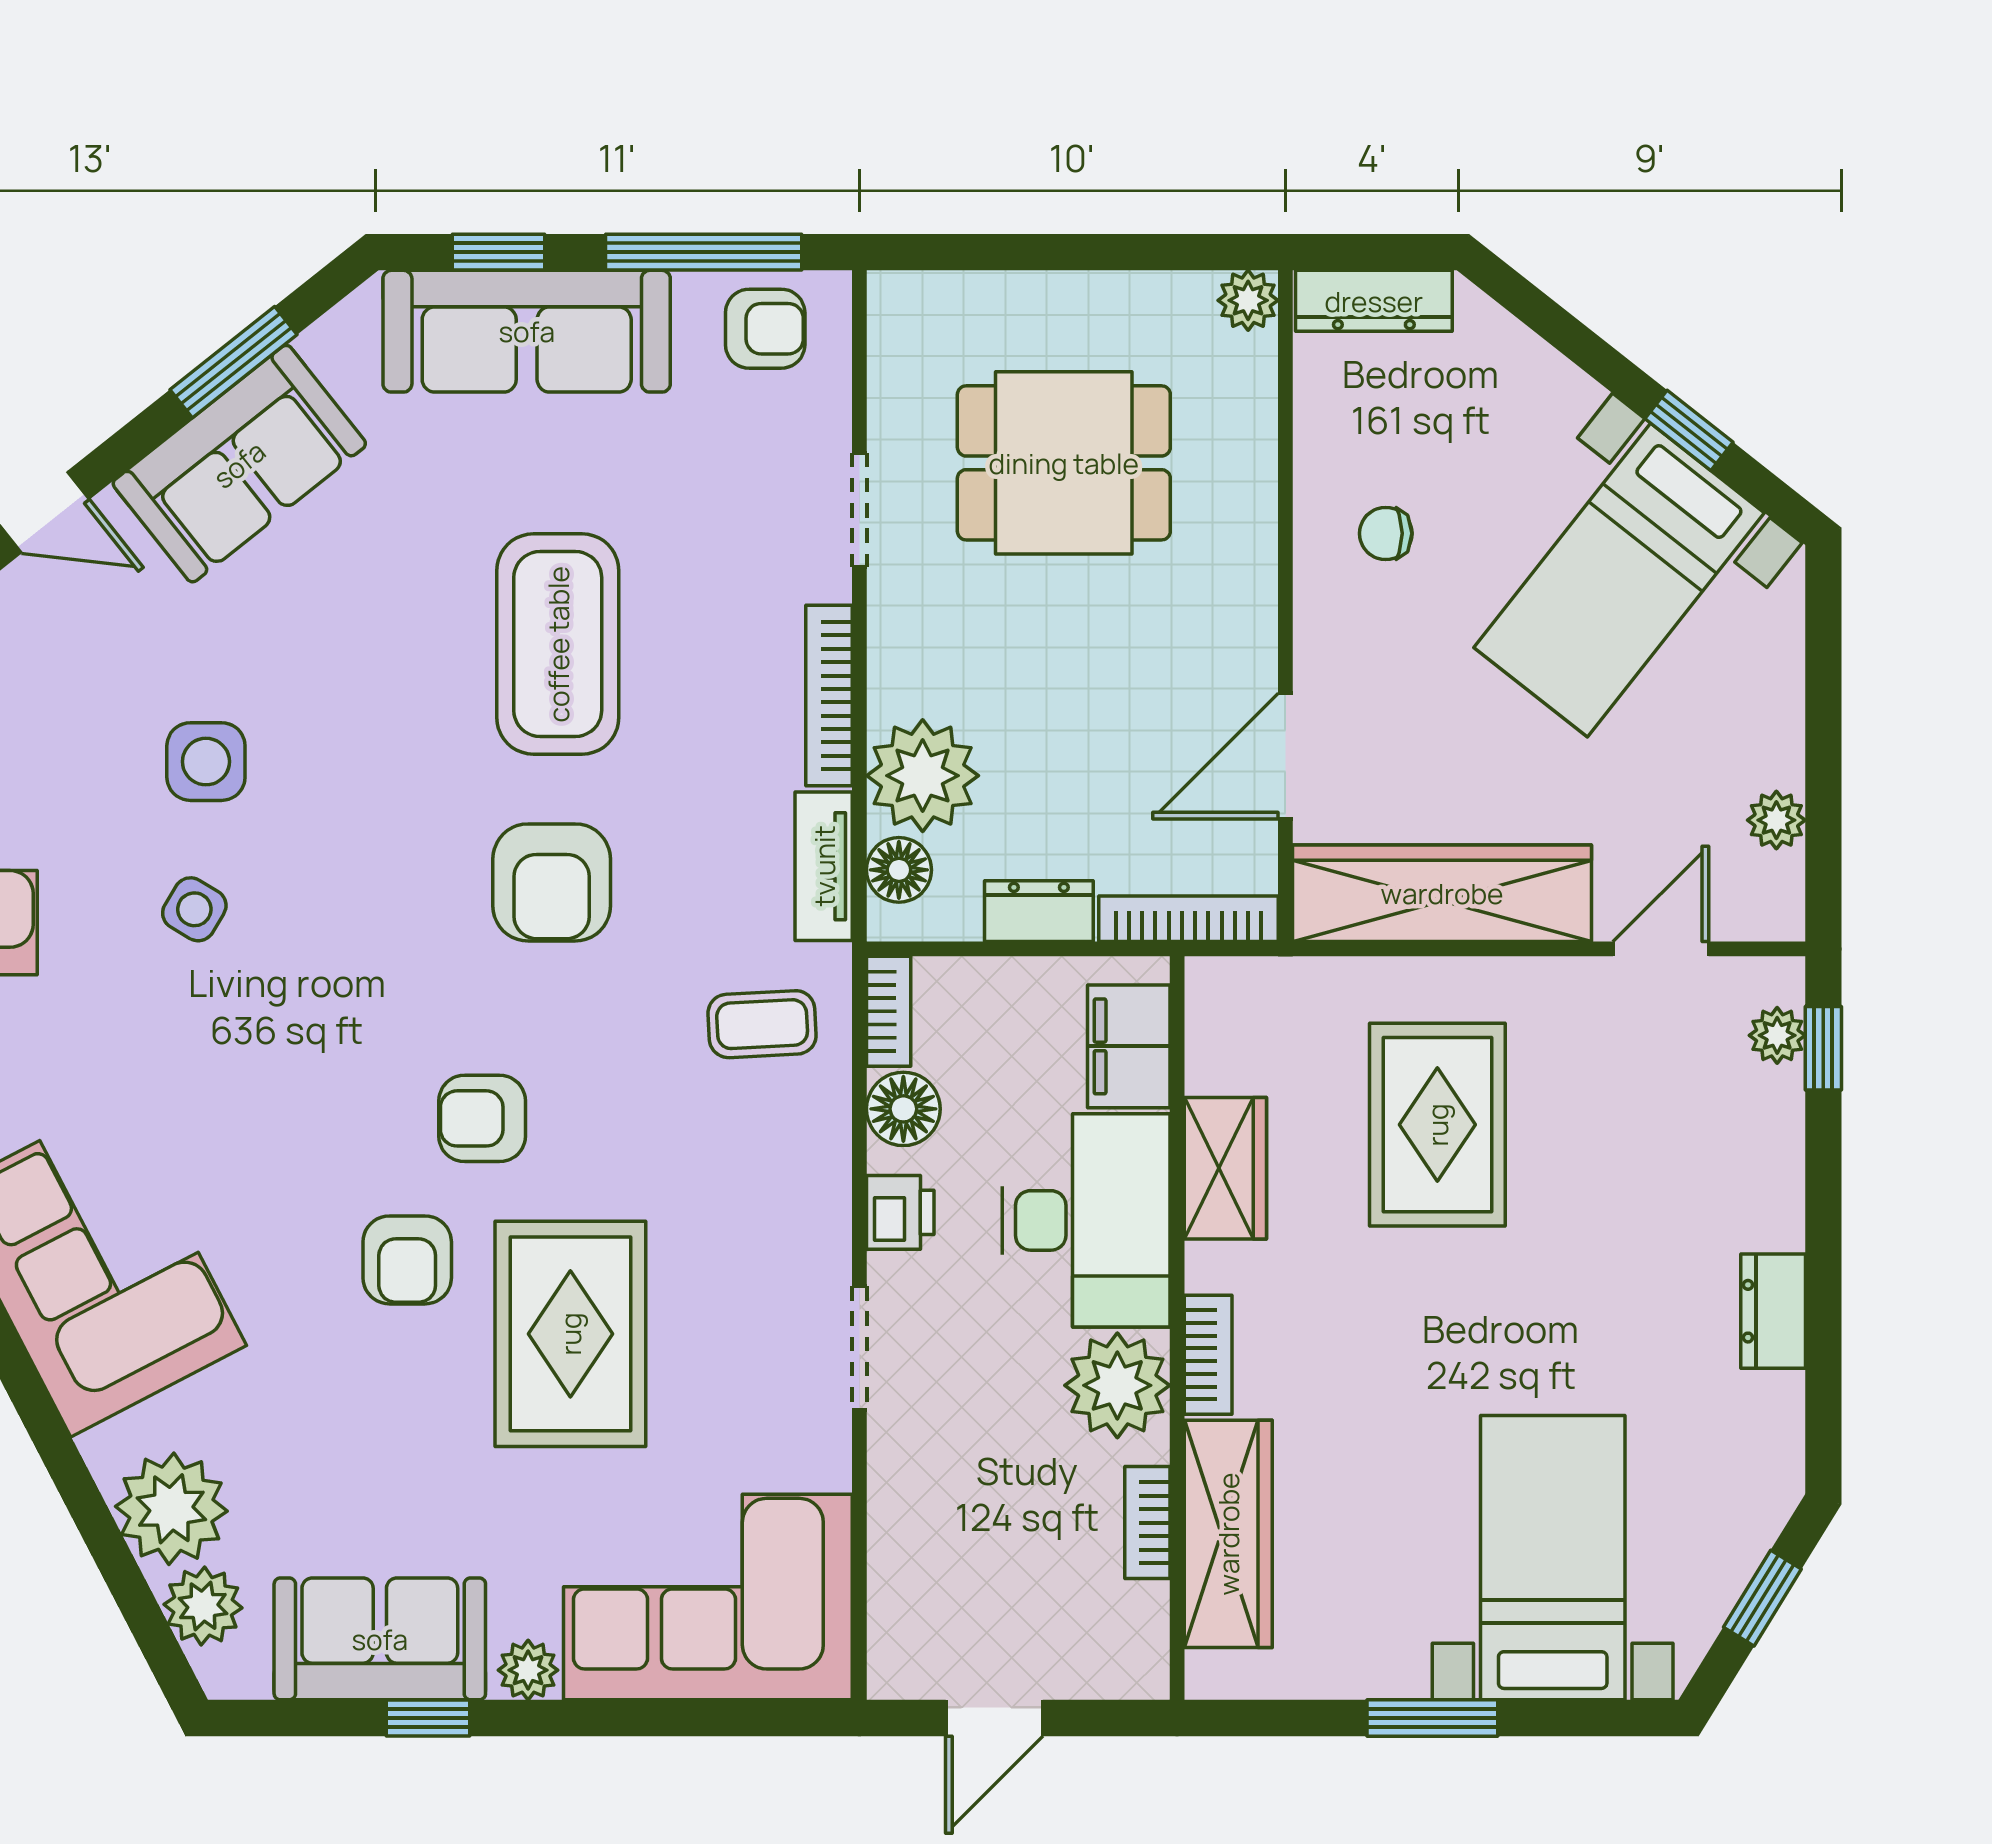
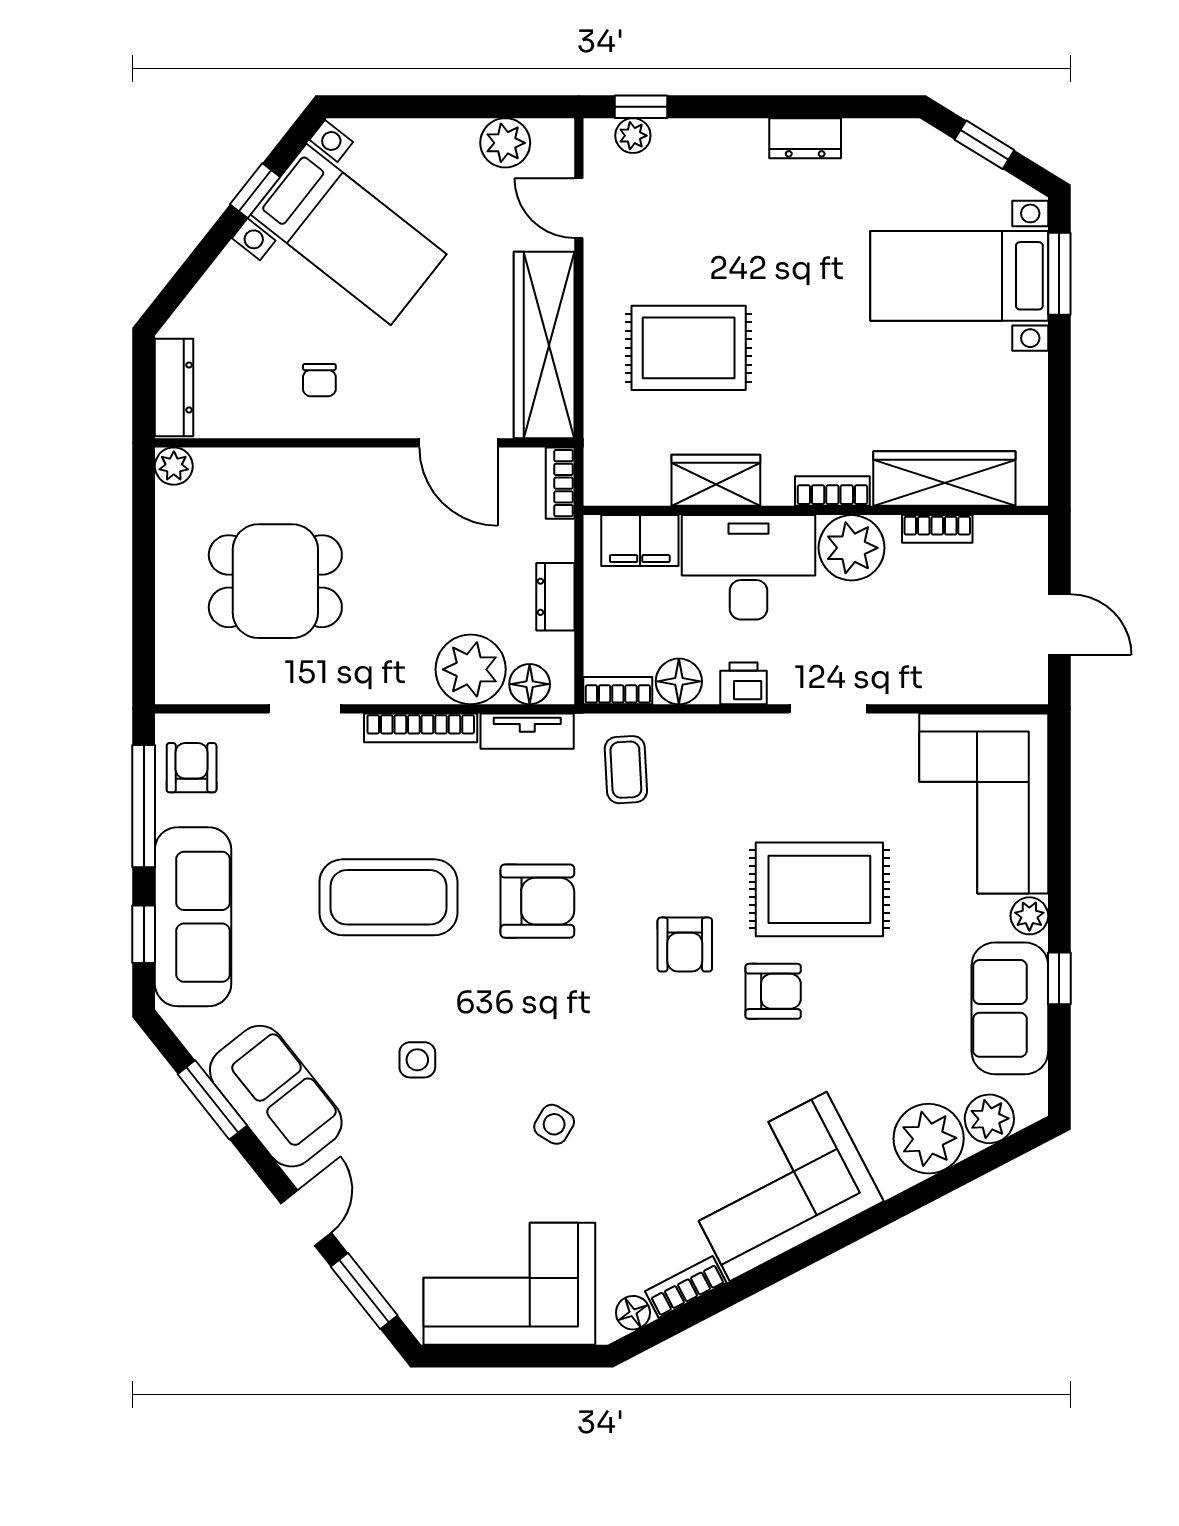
dining table: (1064, 463) -> (275, 581), turned 90
side table: (206, 762) -> (417, 1060), moved, width x0.73, depth x0.73
plant: (1776, 820) -> (505, 143), width x1.38, depth x1.38
bookcase: (1189, 919) -> (560, 483), width x0.64
window: (1432, 1718) -> (1059, 274), moved

